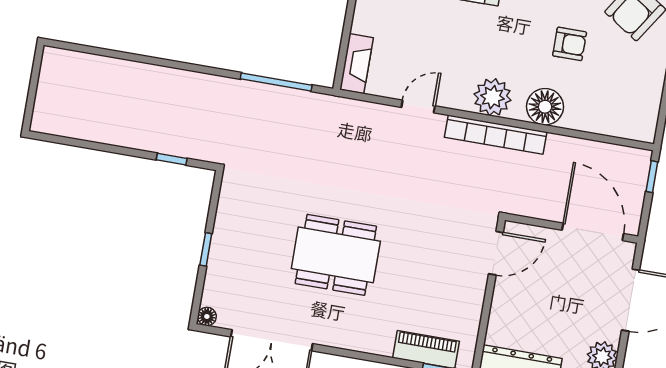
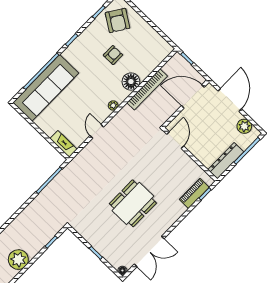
plant: (493, 97) -> (113, 105), width x0.53, depth x0.53
plant: (102, 123) -> (18, 260), added
bookcase: (496, 135) -> (147, 89), moved

